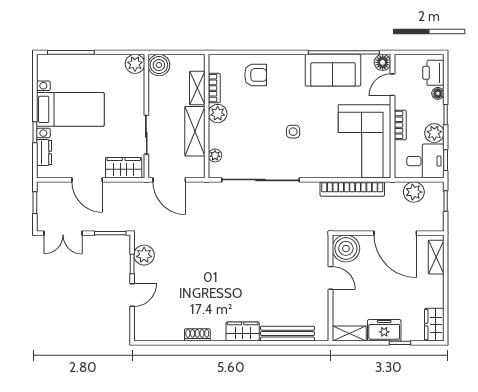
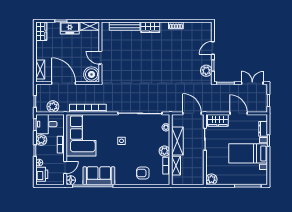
boiler: (159, 65) -> (198, 179), removed

